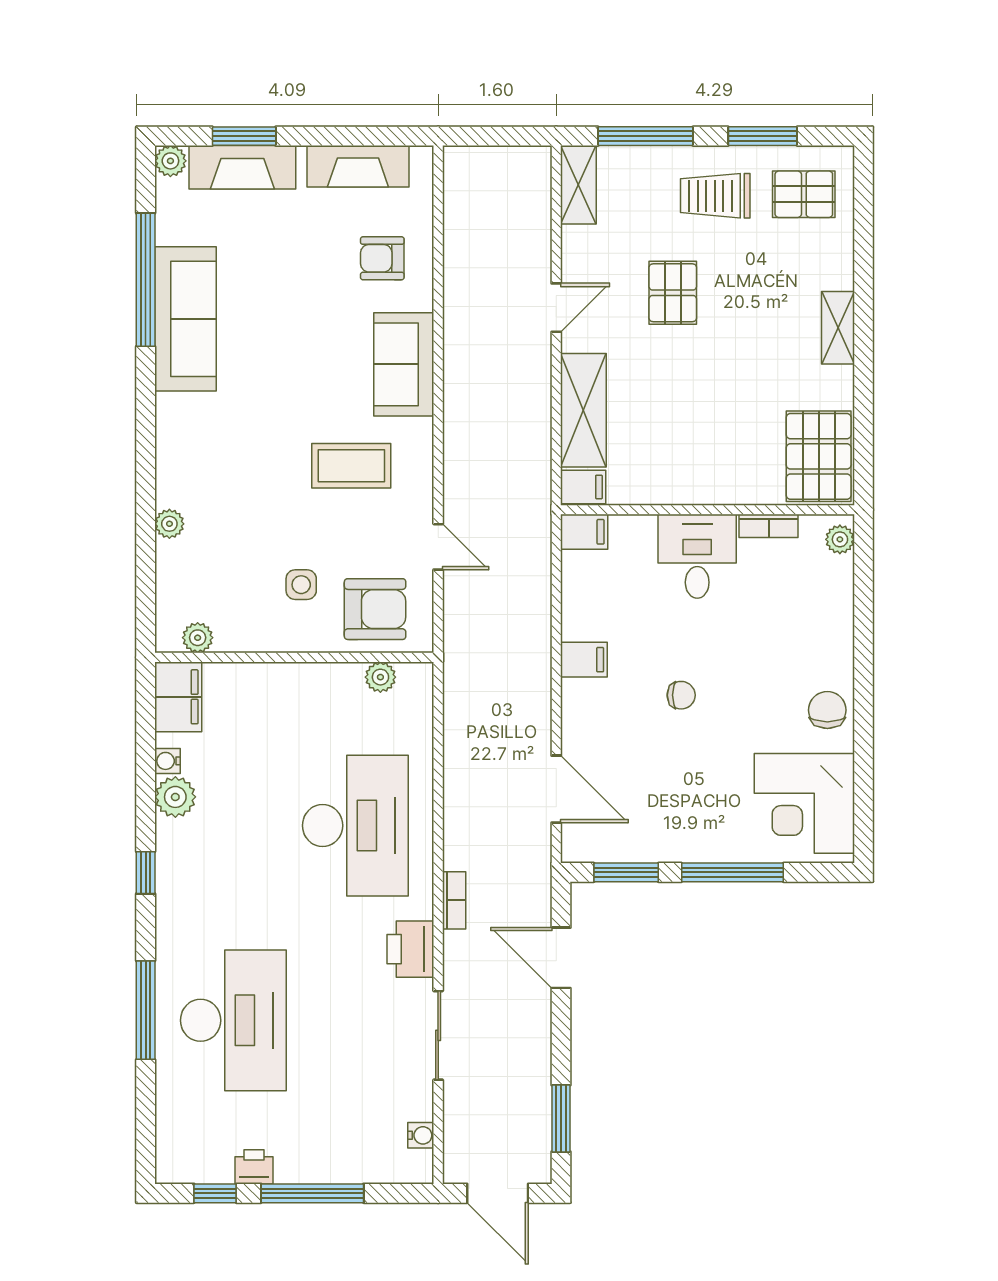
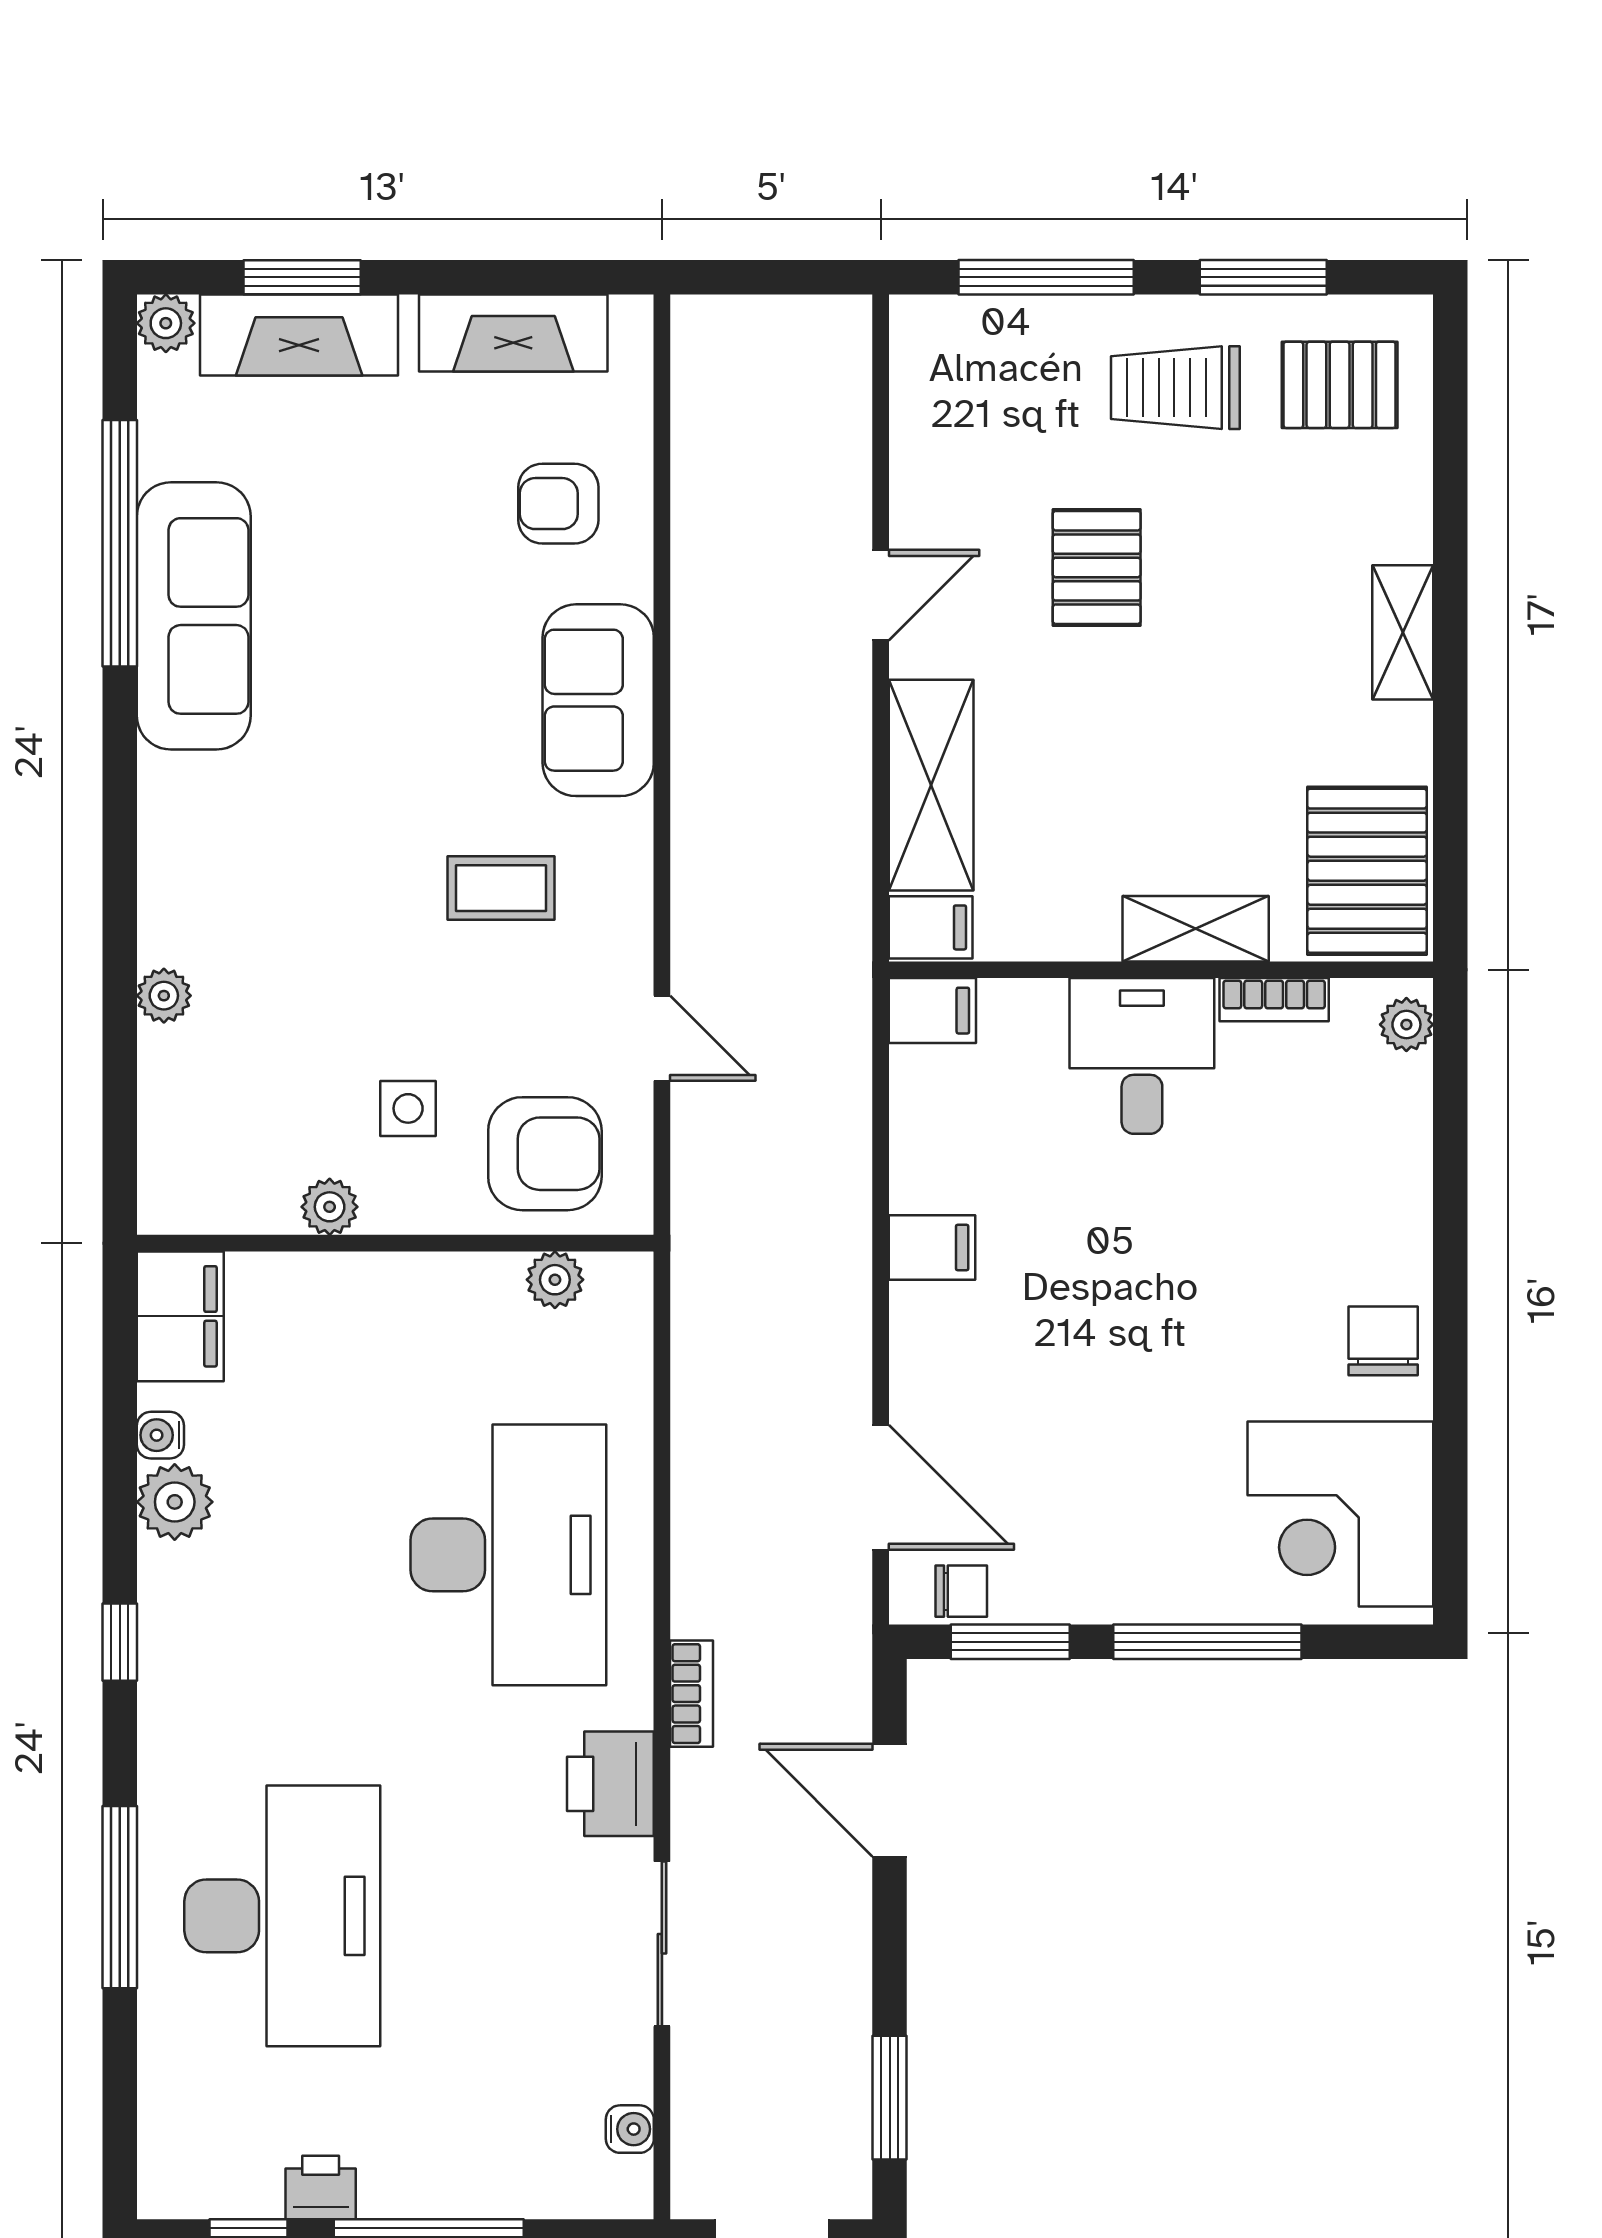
shelving: (578, 185) -> (1196, 929), moved, turned 90
coffee table: (351, 466) -> (501, 888), width x0.73, depth x0.77
plant: (198, 638) -> (330, 1207), moved
chair: (681, 695) -> (961, 1591), moved

